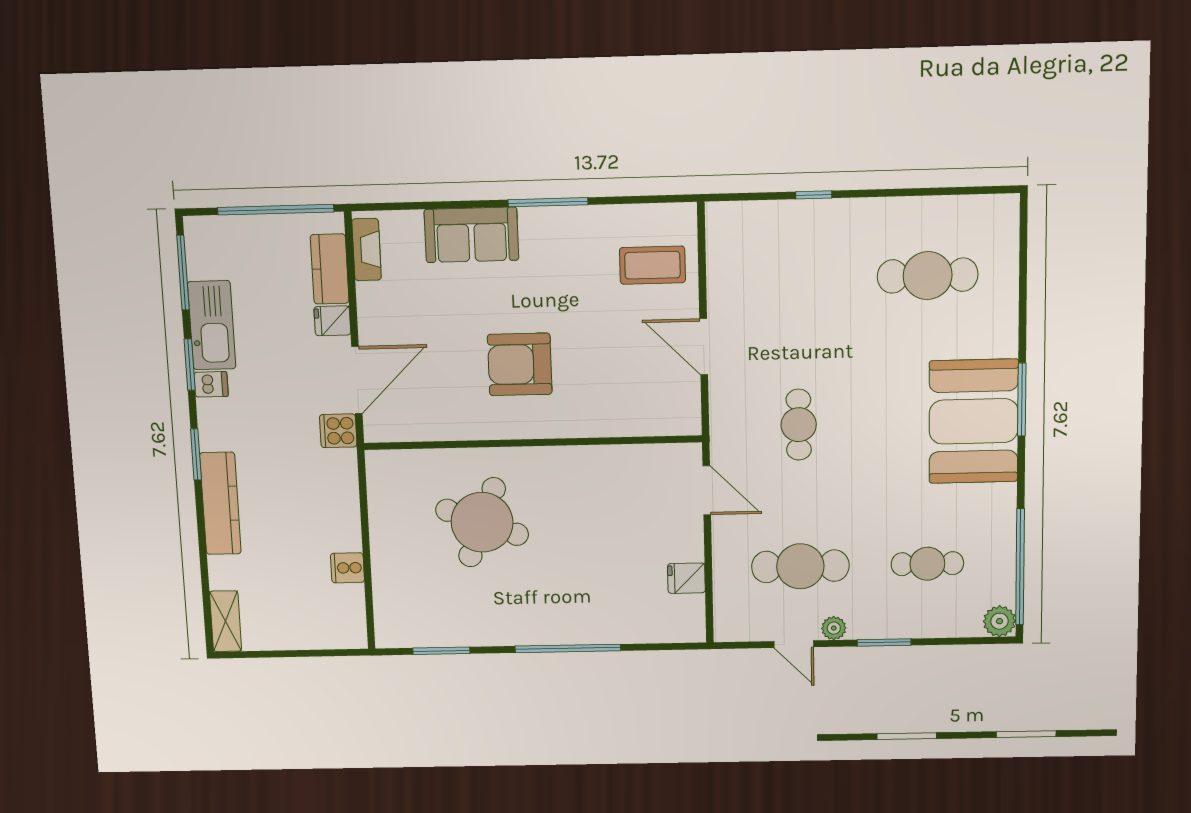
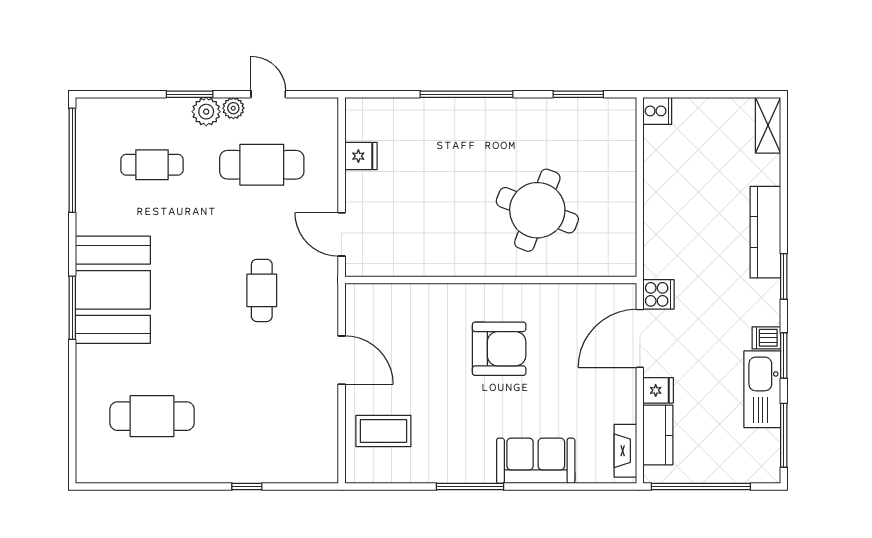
cooker: (347, 568) -> (657, 111), moved
plant: (999, 621) -> (206, 112), moved

